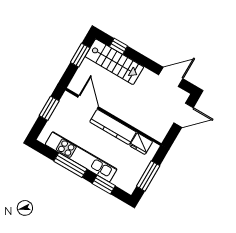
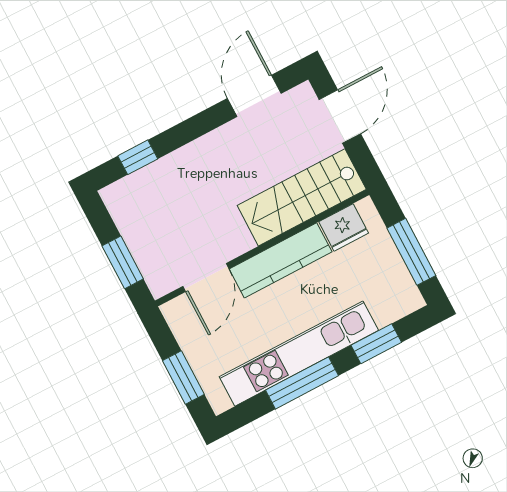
window: (80, 55) -> (123, 262), moved
stairs: (114, 62) -> (302, 197), moved, turned 180
door: (88, 102) -> (206, 278), swing flipped
window: (49, 108) -> (183, 377), moved

